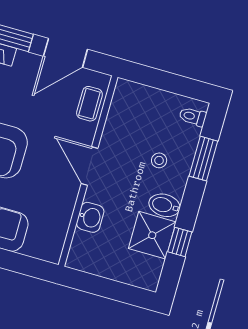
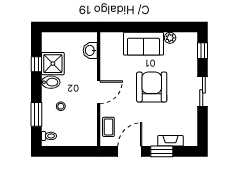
door: (90, 166) -> (99, 92), hinge flipped
washbasin: (90, 217) -> (90, 50), moved

